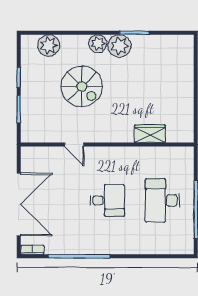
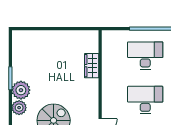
desk: (107, 200) -> (145, 100), width x1.37
desk: (163, 200) -> (145, 56), turned 180

